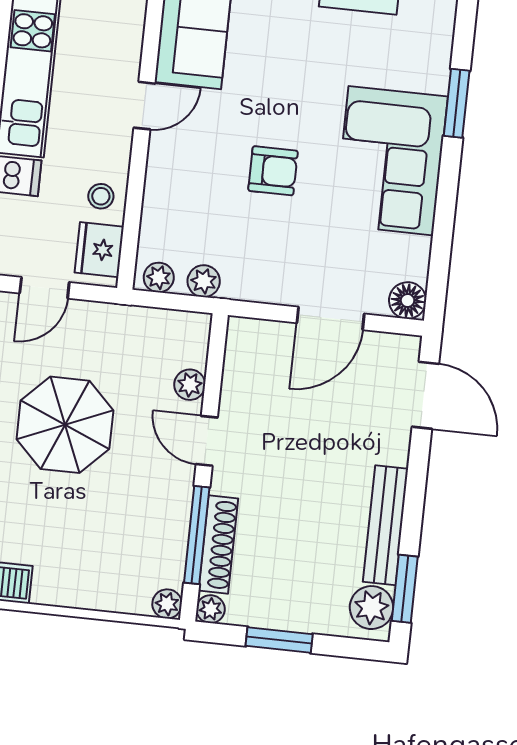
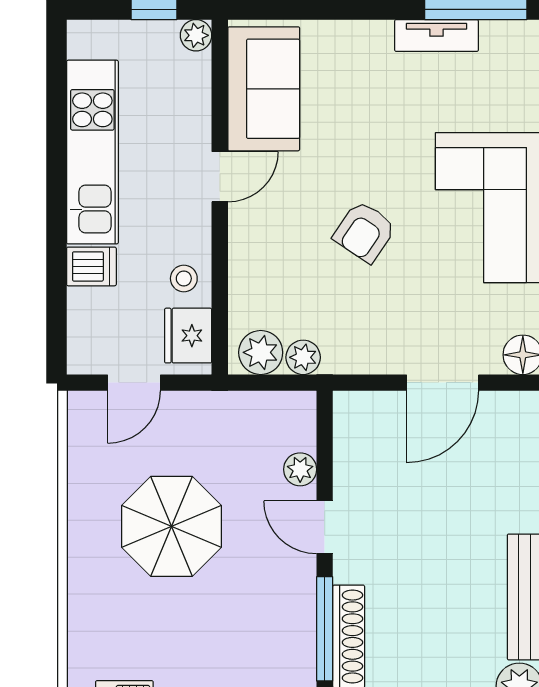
armchair: (273, 171) -> (364, 232), turned 124
plant: (159, 277) -> (261, 352), width x1.38, depth x1.38

